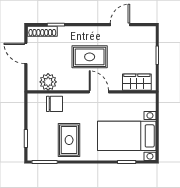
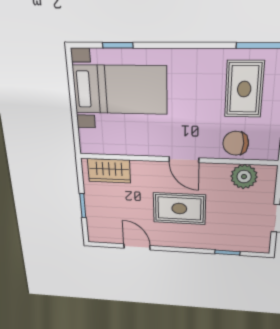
door: (120, 25) -> (137, 247), swing flipped
shoe rack: (42, 31) -> (248, 246), removed
door: (99, 92) -> (184, 160), moved
rug: (69, 140) -> (244, 89), moved

